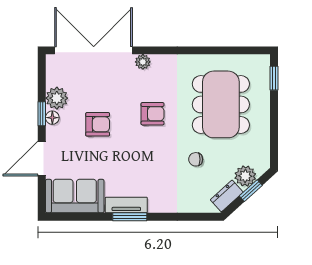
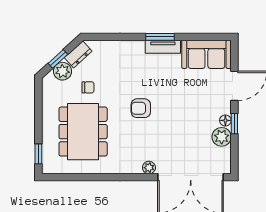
armchair: (153, 114) -> (141, 108), moved
armchair: (98, 124) -> (187, 115), removed
chair: (196, 159) -> (88, 87), moved

